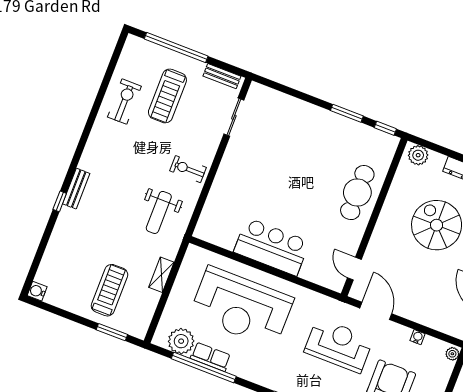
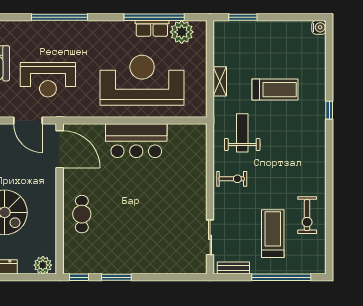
bench: (76, 189) -> (319, 126), removed
cafe table: (357, 193) -> (82, 214), width x0.73, depth x0.74
door: (354, 269) -> (60, 149), width x1.88
treadmill: (109, 290) -> (275, 90), moved, turned -90

